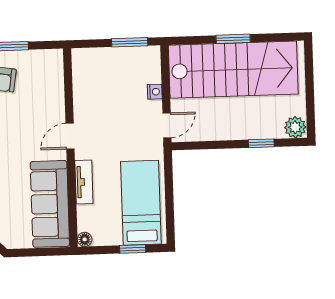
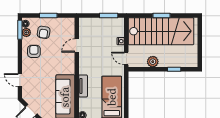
door: (167, 125) -> (126, 58), swing flipped
plant: (295, 127) -> (153, 62), moved
door: (70, 136) -> (77, 46), moved

